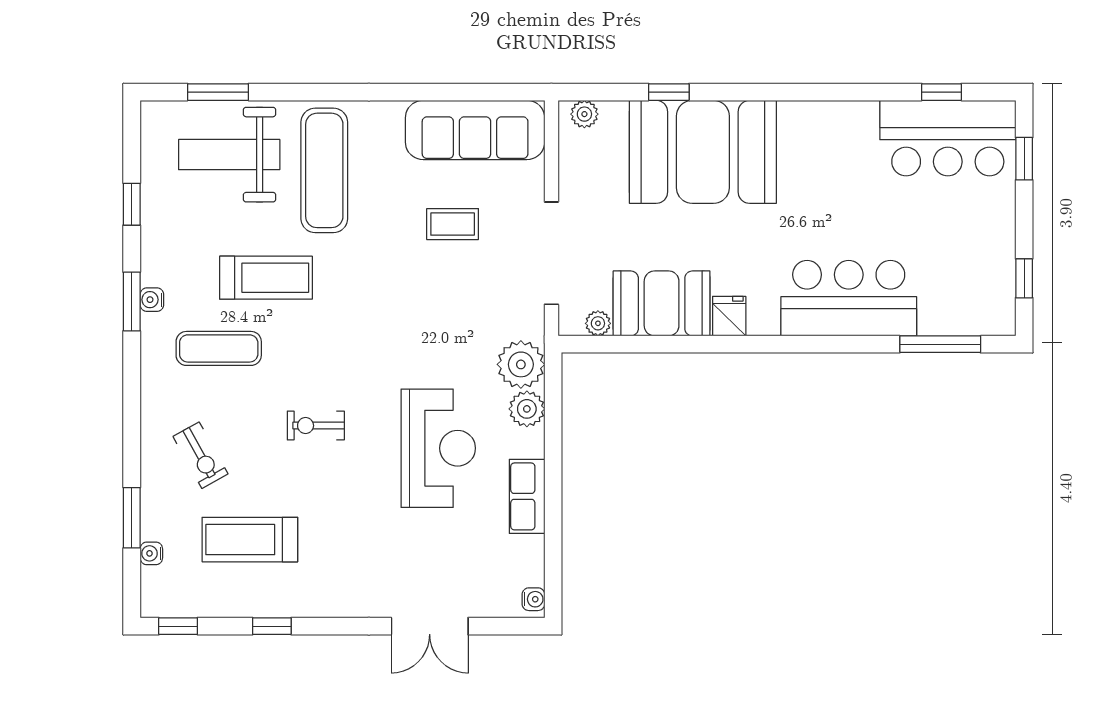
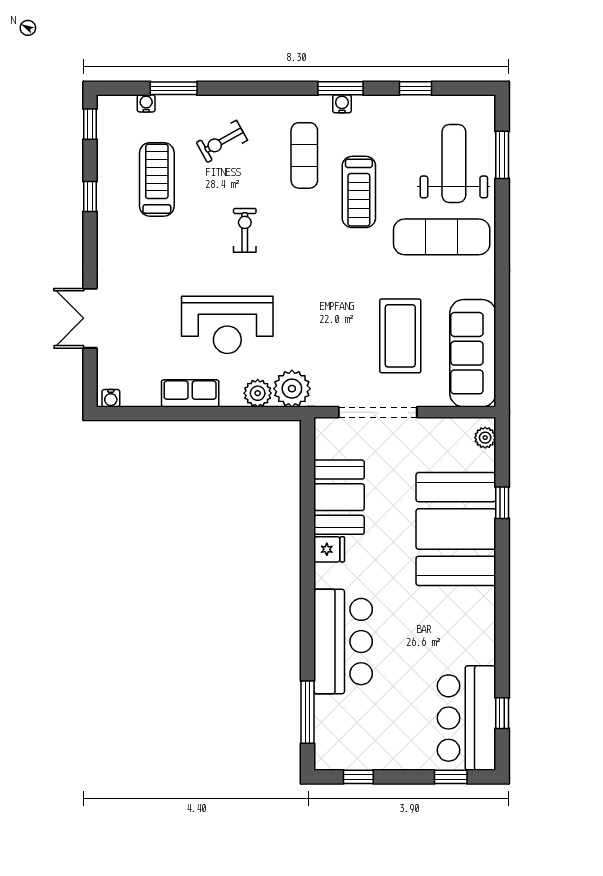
coffee table: (453, 224) -> (400, 336), width x1.86, depth x1.72
plant: (598, 323) -> (324, 448), removed

